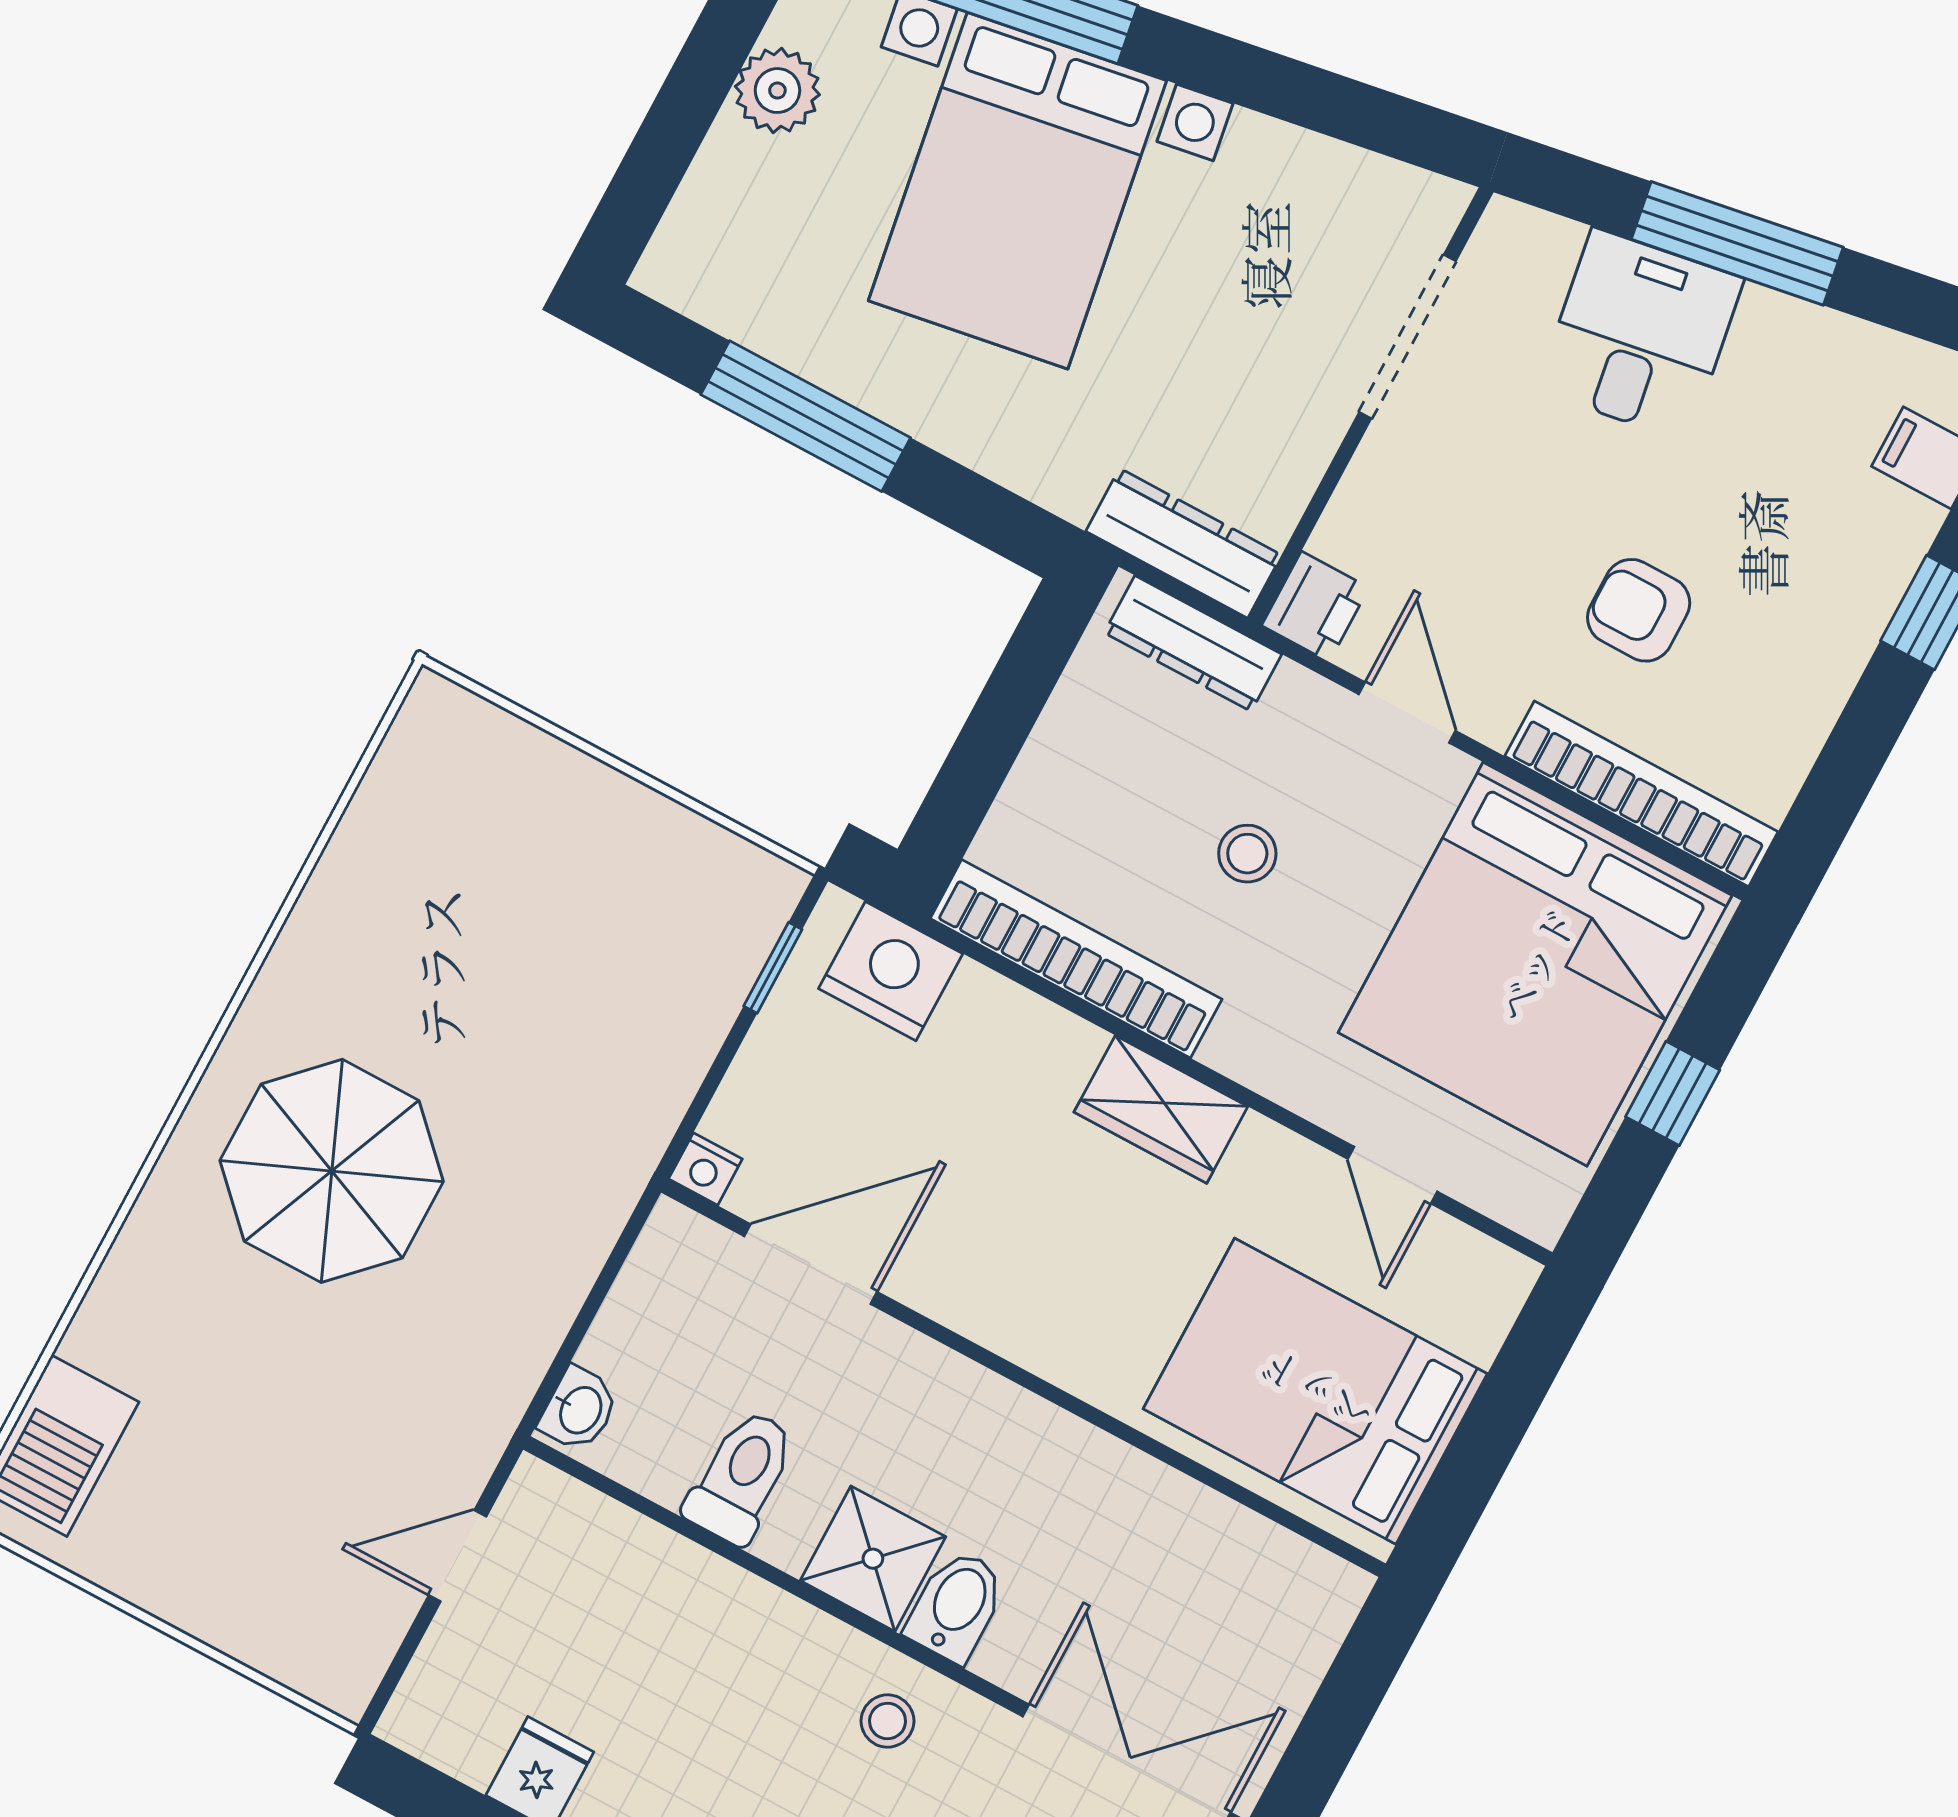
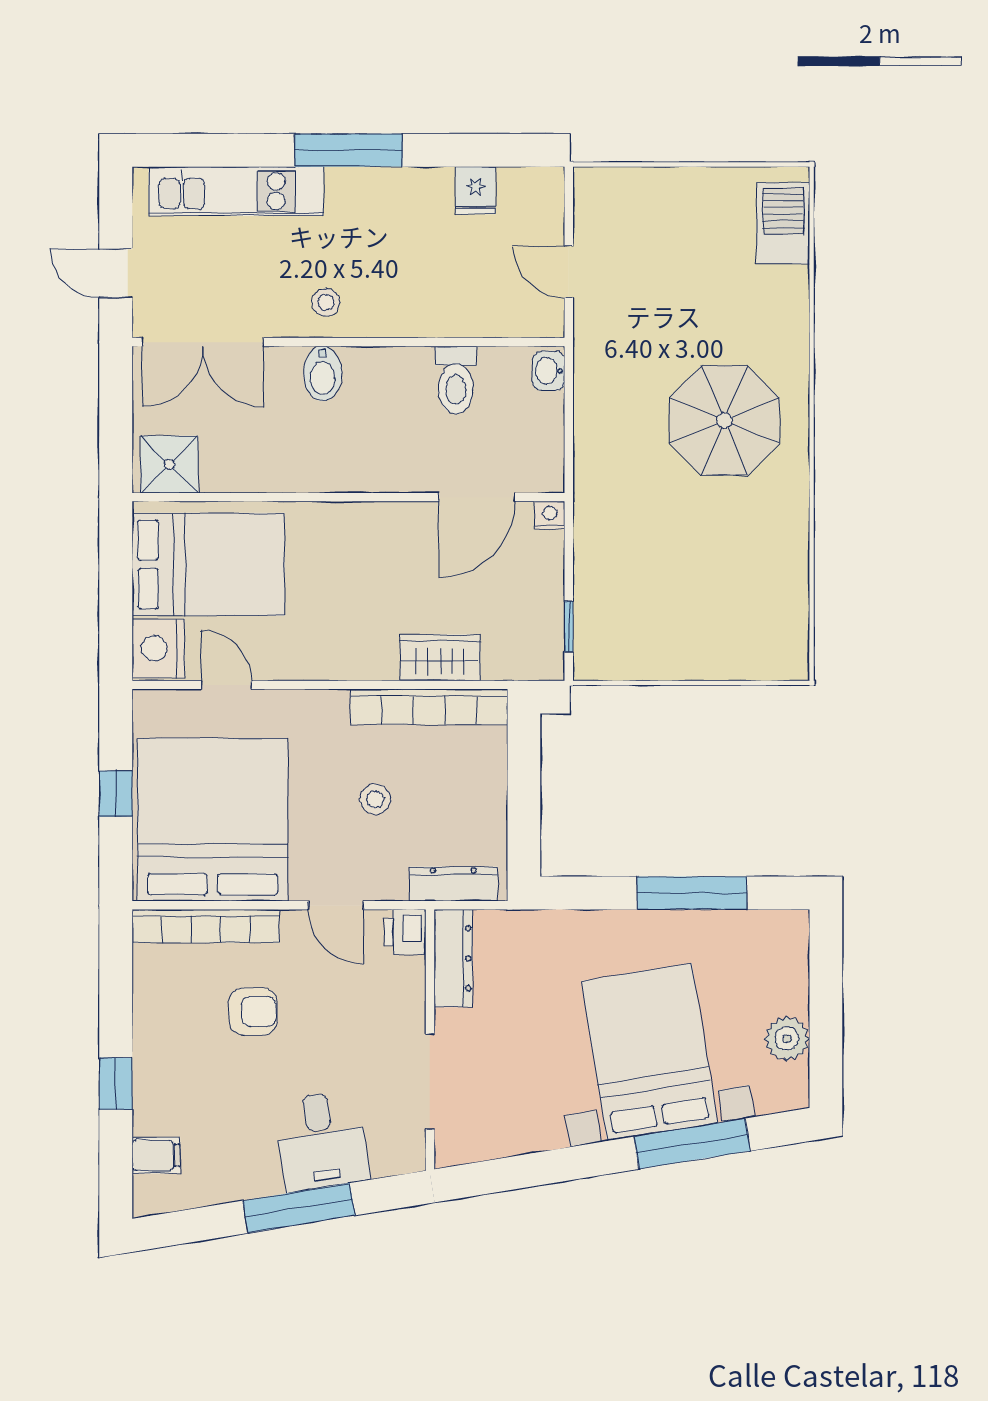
dresser: (1184, 543) -> (453, 958), moved, turned -90
nightstand: (891, 971) -> (158, 648), moved, turned 90
wardrobe: (1161, 1109) -> (440, 658), moved
door: (458, 1556) -> (569, 272), swing flipped
shower: (873, 1559) -> (169, 464), moved

